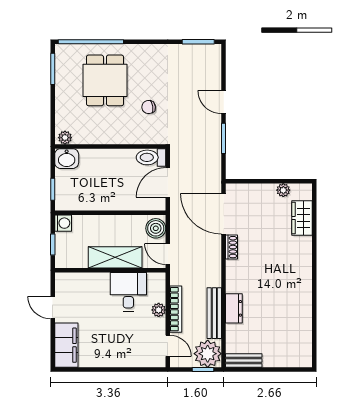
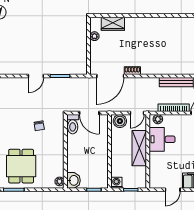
dining table: (105, 80) -> (21, 166), moved, turned 90
dresser: (234, 308) -> (173, 69), removed
plant: (159, 310) -> (158, 119), moved

